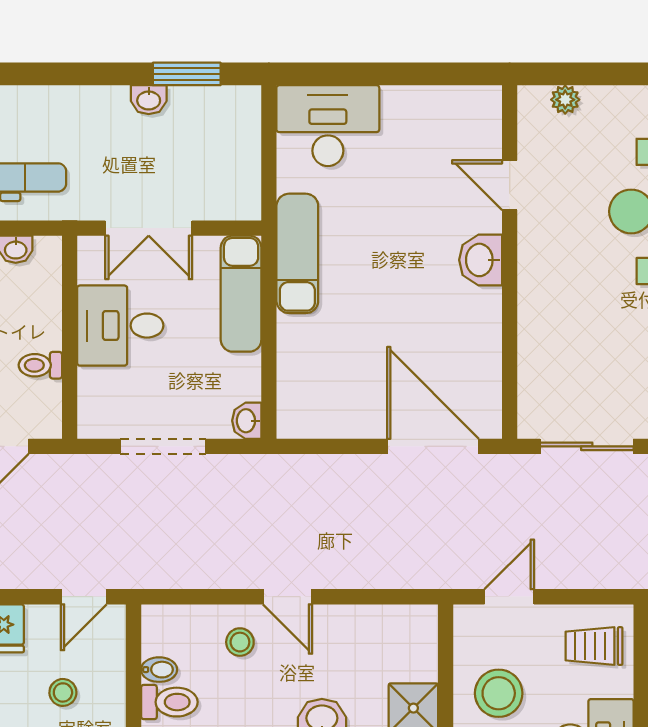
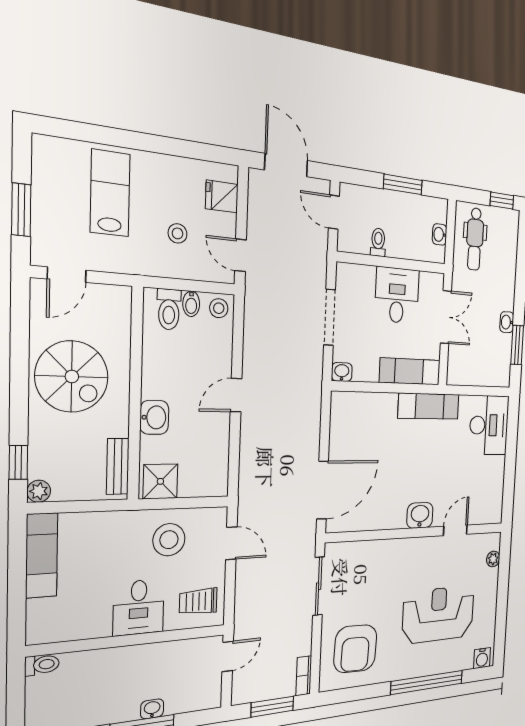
double door: (149, 228) -> (446, 317), swing flipped
stool: (240, 642) -> (219, 308), moved
trolley: (594, 646) -> (198, 602), turned -90

